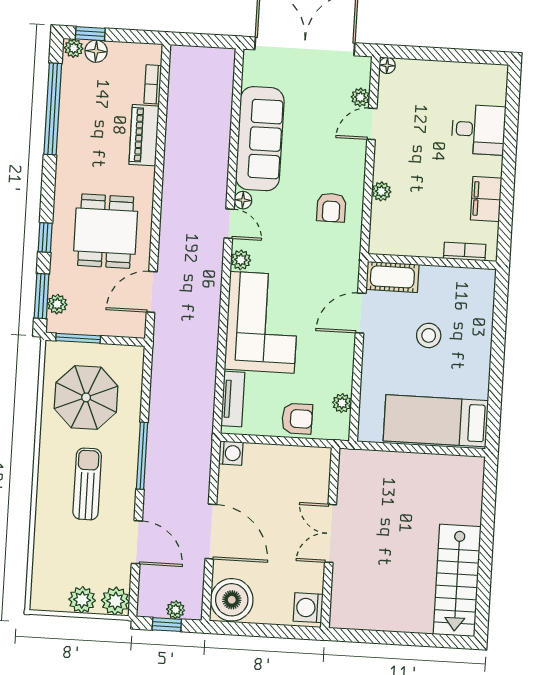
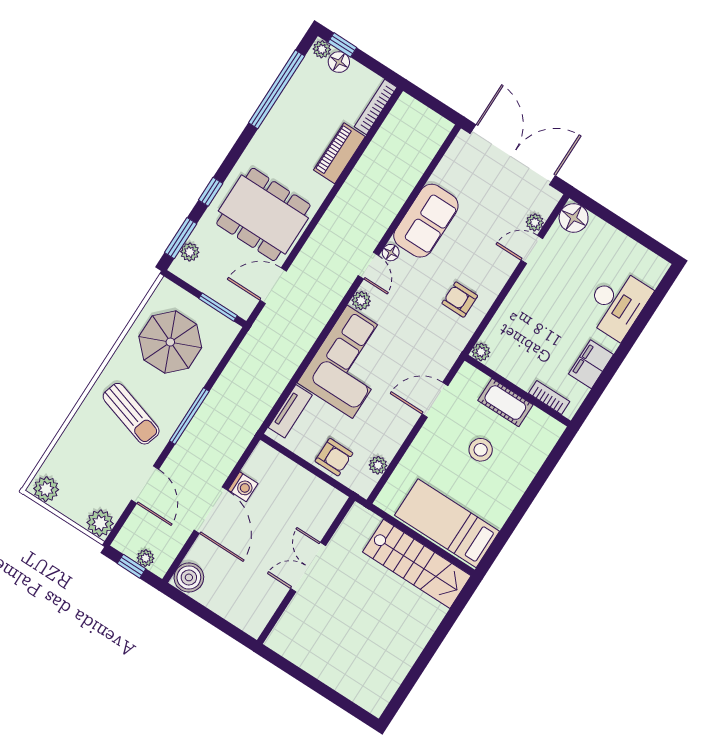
floor lamp: (387, 65) -> (574, 218), width x1.89, depth x1.89
bookcase: (153, 84) -> (376, 107), width x1.56
desk: (478, 130) -> (617, 304), width x1.37
sofa: (260, 139) -> (426, 221), width x0.73
plant: (381, 191) -> (481, 352), moved
armchair: (331, 208) -> (460, 300), turned 90
dining table: (106, 231) -> (263, 214), width x1.38
cot: (392, 277) -> (505, 403), moved
window: (78, 338) -> (218, 307), moved
washing machine: (231, 453) -> (243, 487), moved
sun lounger: (87, 484) -> (131, 414), turned 107
stairs: (457, 580) -> (417, 564), moved, turned -90
plant: (82, 600) -> (46, 489), moved
boiler: (232, 600) -> (189, 577), width x0.73, depth x0.73
washing machine: (308, 608) -> (255, 618), removed

